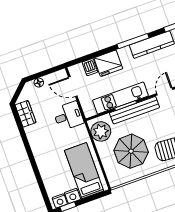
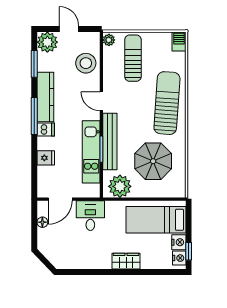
fridge: (108, 63) -> (46, 158), width x0.53, depth x0.75
dishwasher: (90, 67) -> (46, 130), moved
floor lamp: (39, 83) -> (42, 222), moved
wardrobe: (26, 114) -> (126, 261), moved

